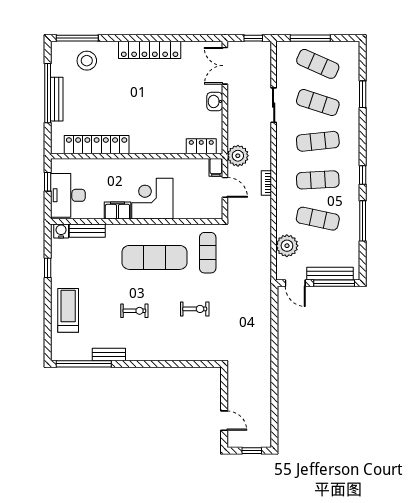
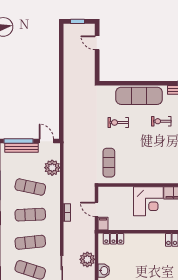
plant: (238, 156) -> (87, 259), moved
exercise mat: (154, 257) -> (139, 96), moved

